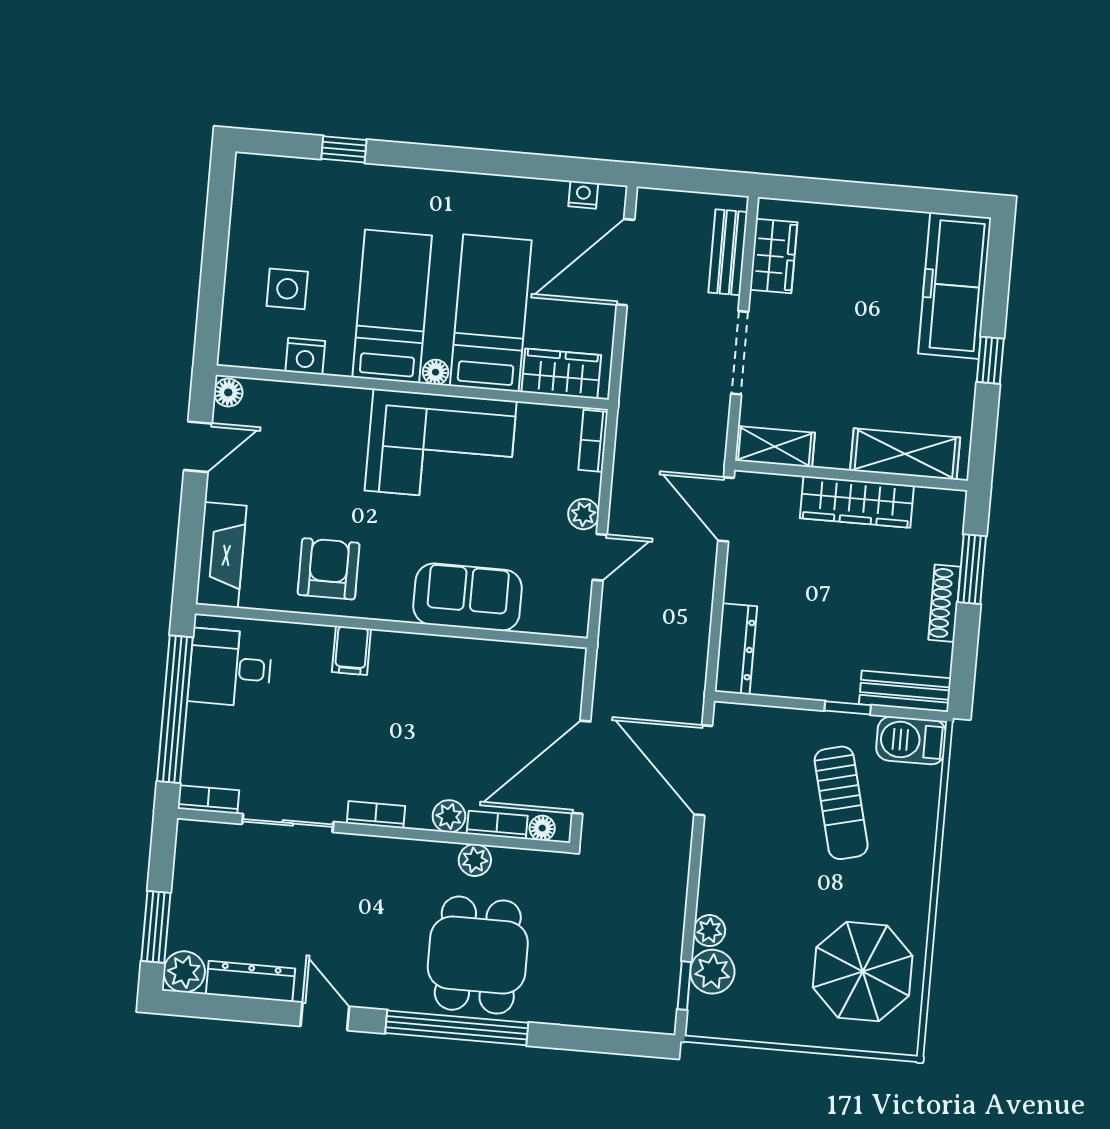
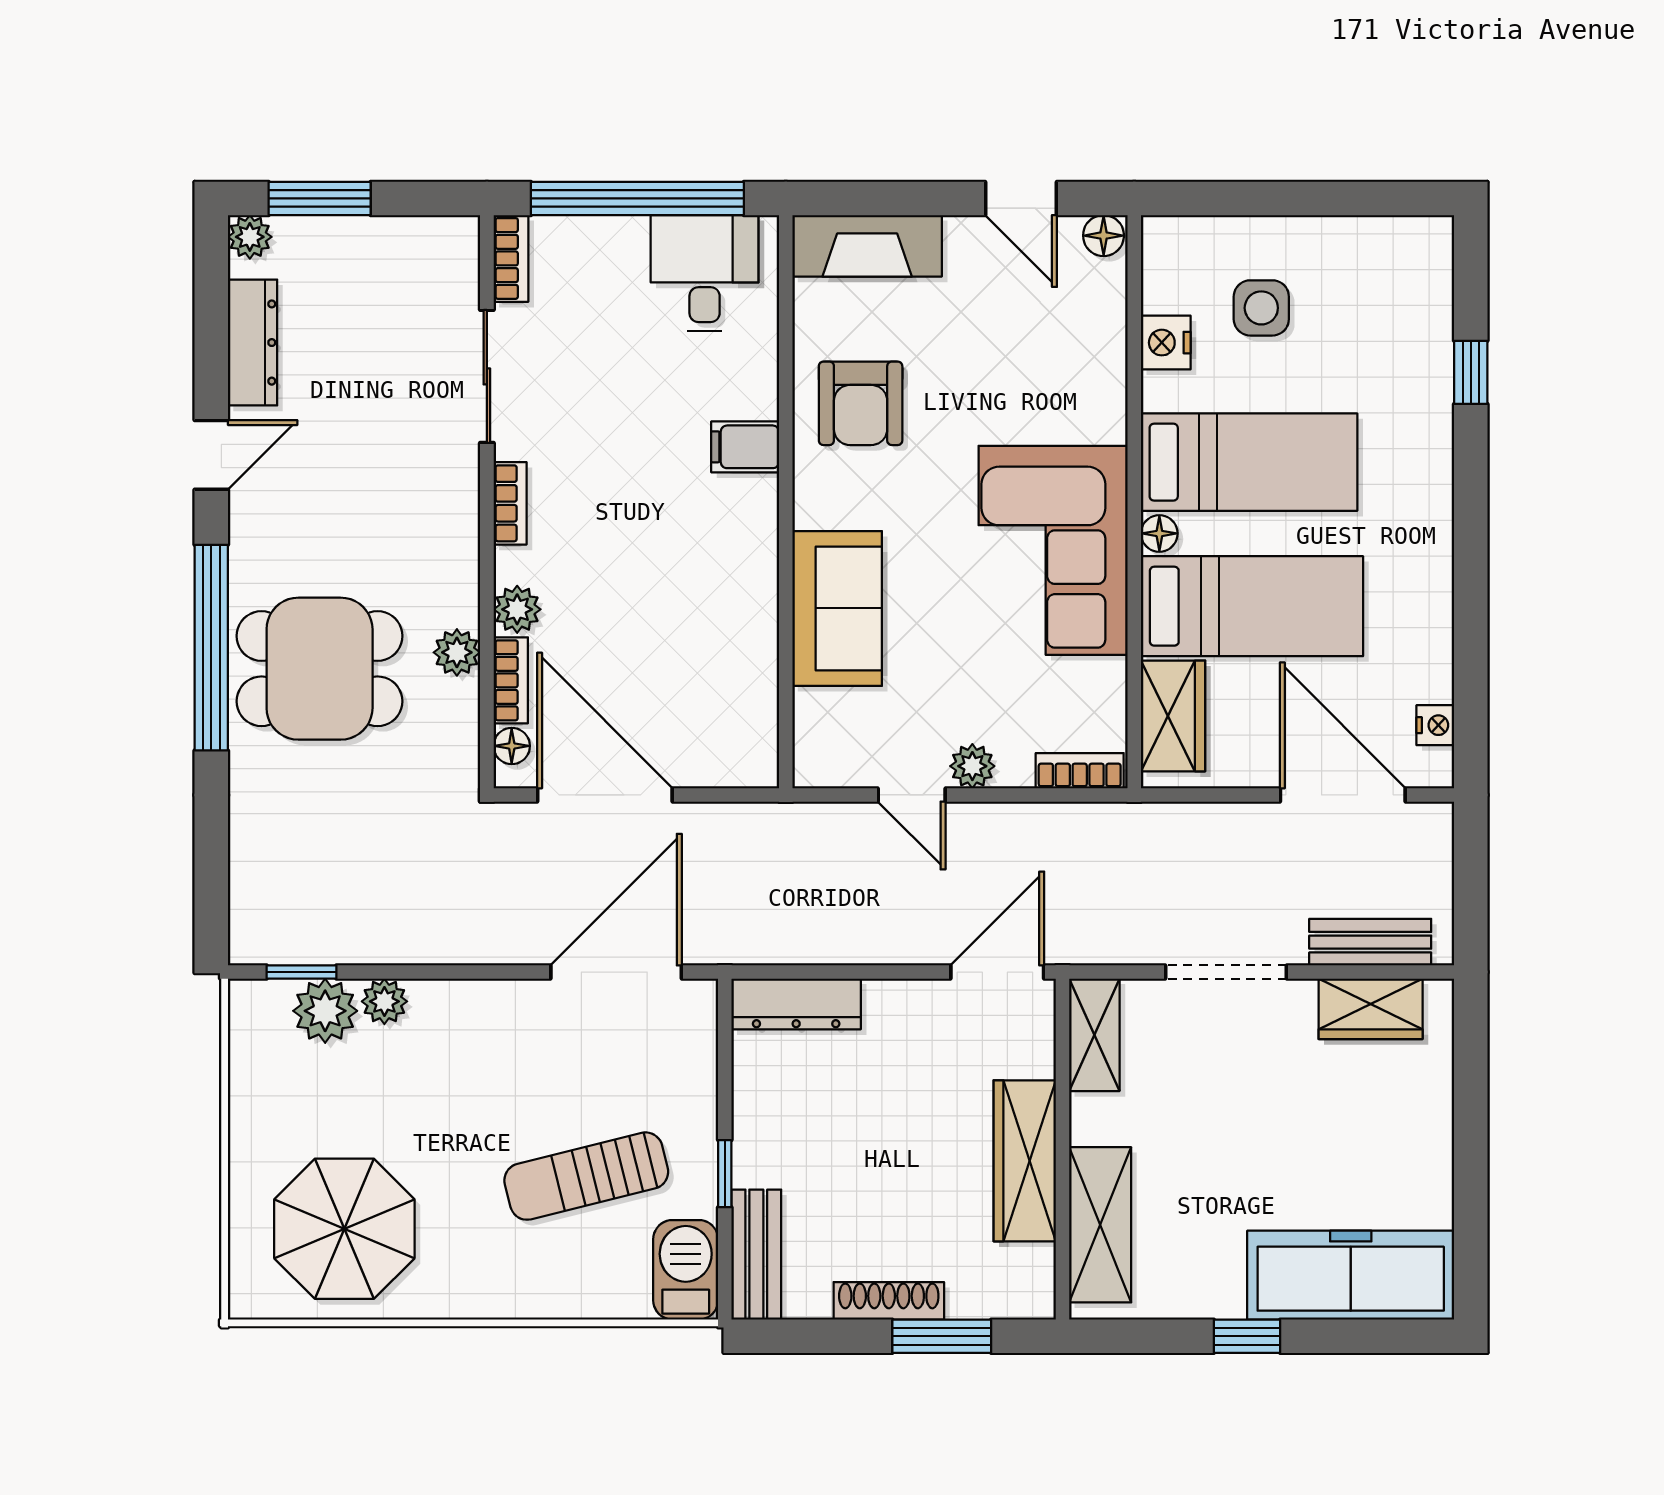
armchair: (329, 569) -> (861, 403), turned 90
plant: (184, 972) -> (250, 237), width x0.73, depth x0.73

